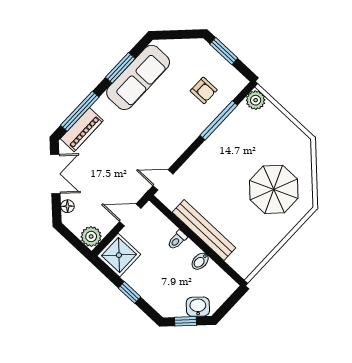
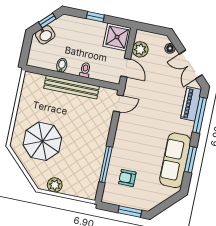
plant: (256, 100) -> (55, 185), moved
door: (130, 215) -> (126, 68), hinge flipped
plant: (91, 236) -> (140, 49), moved

